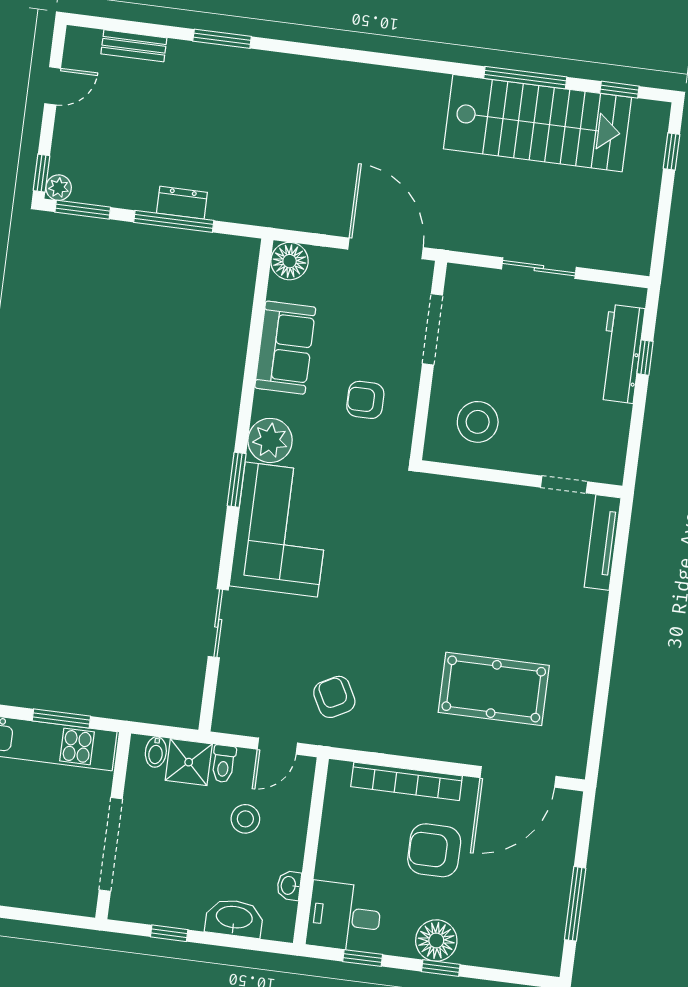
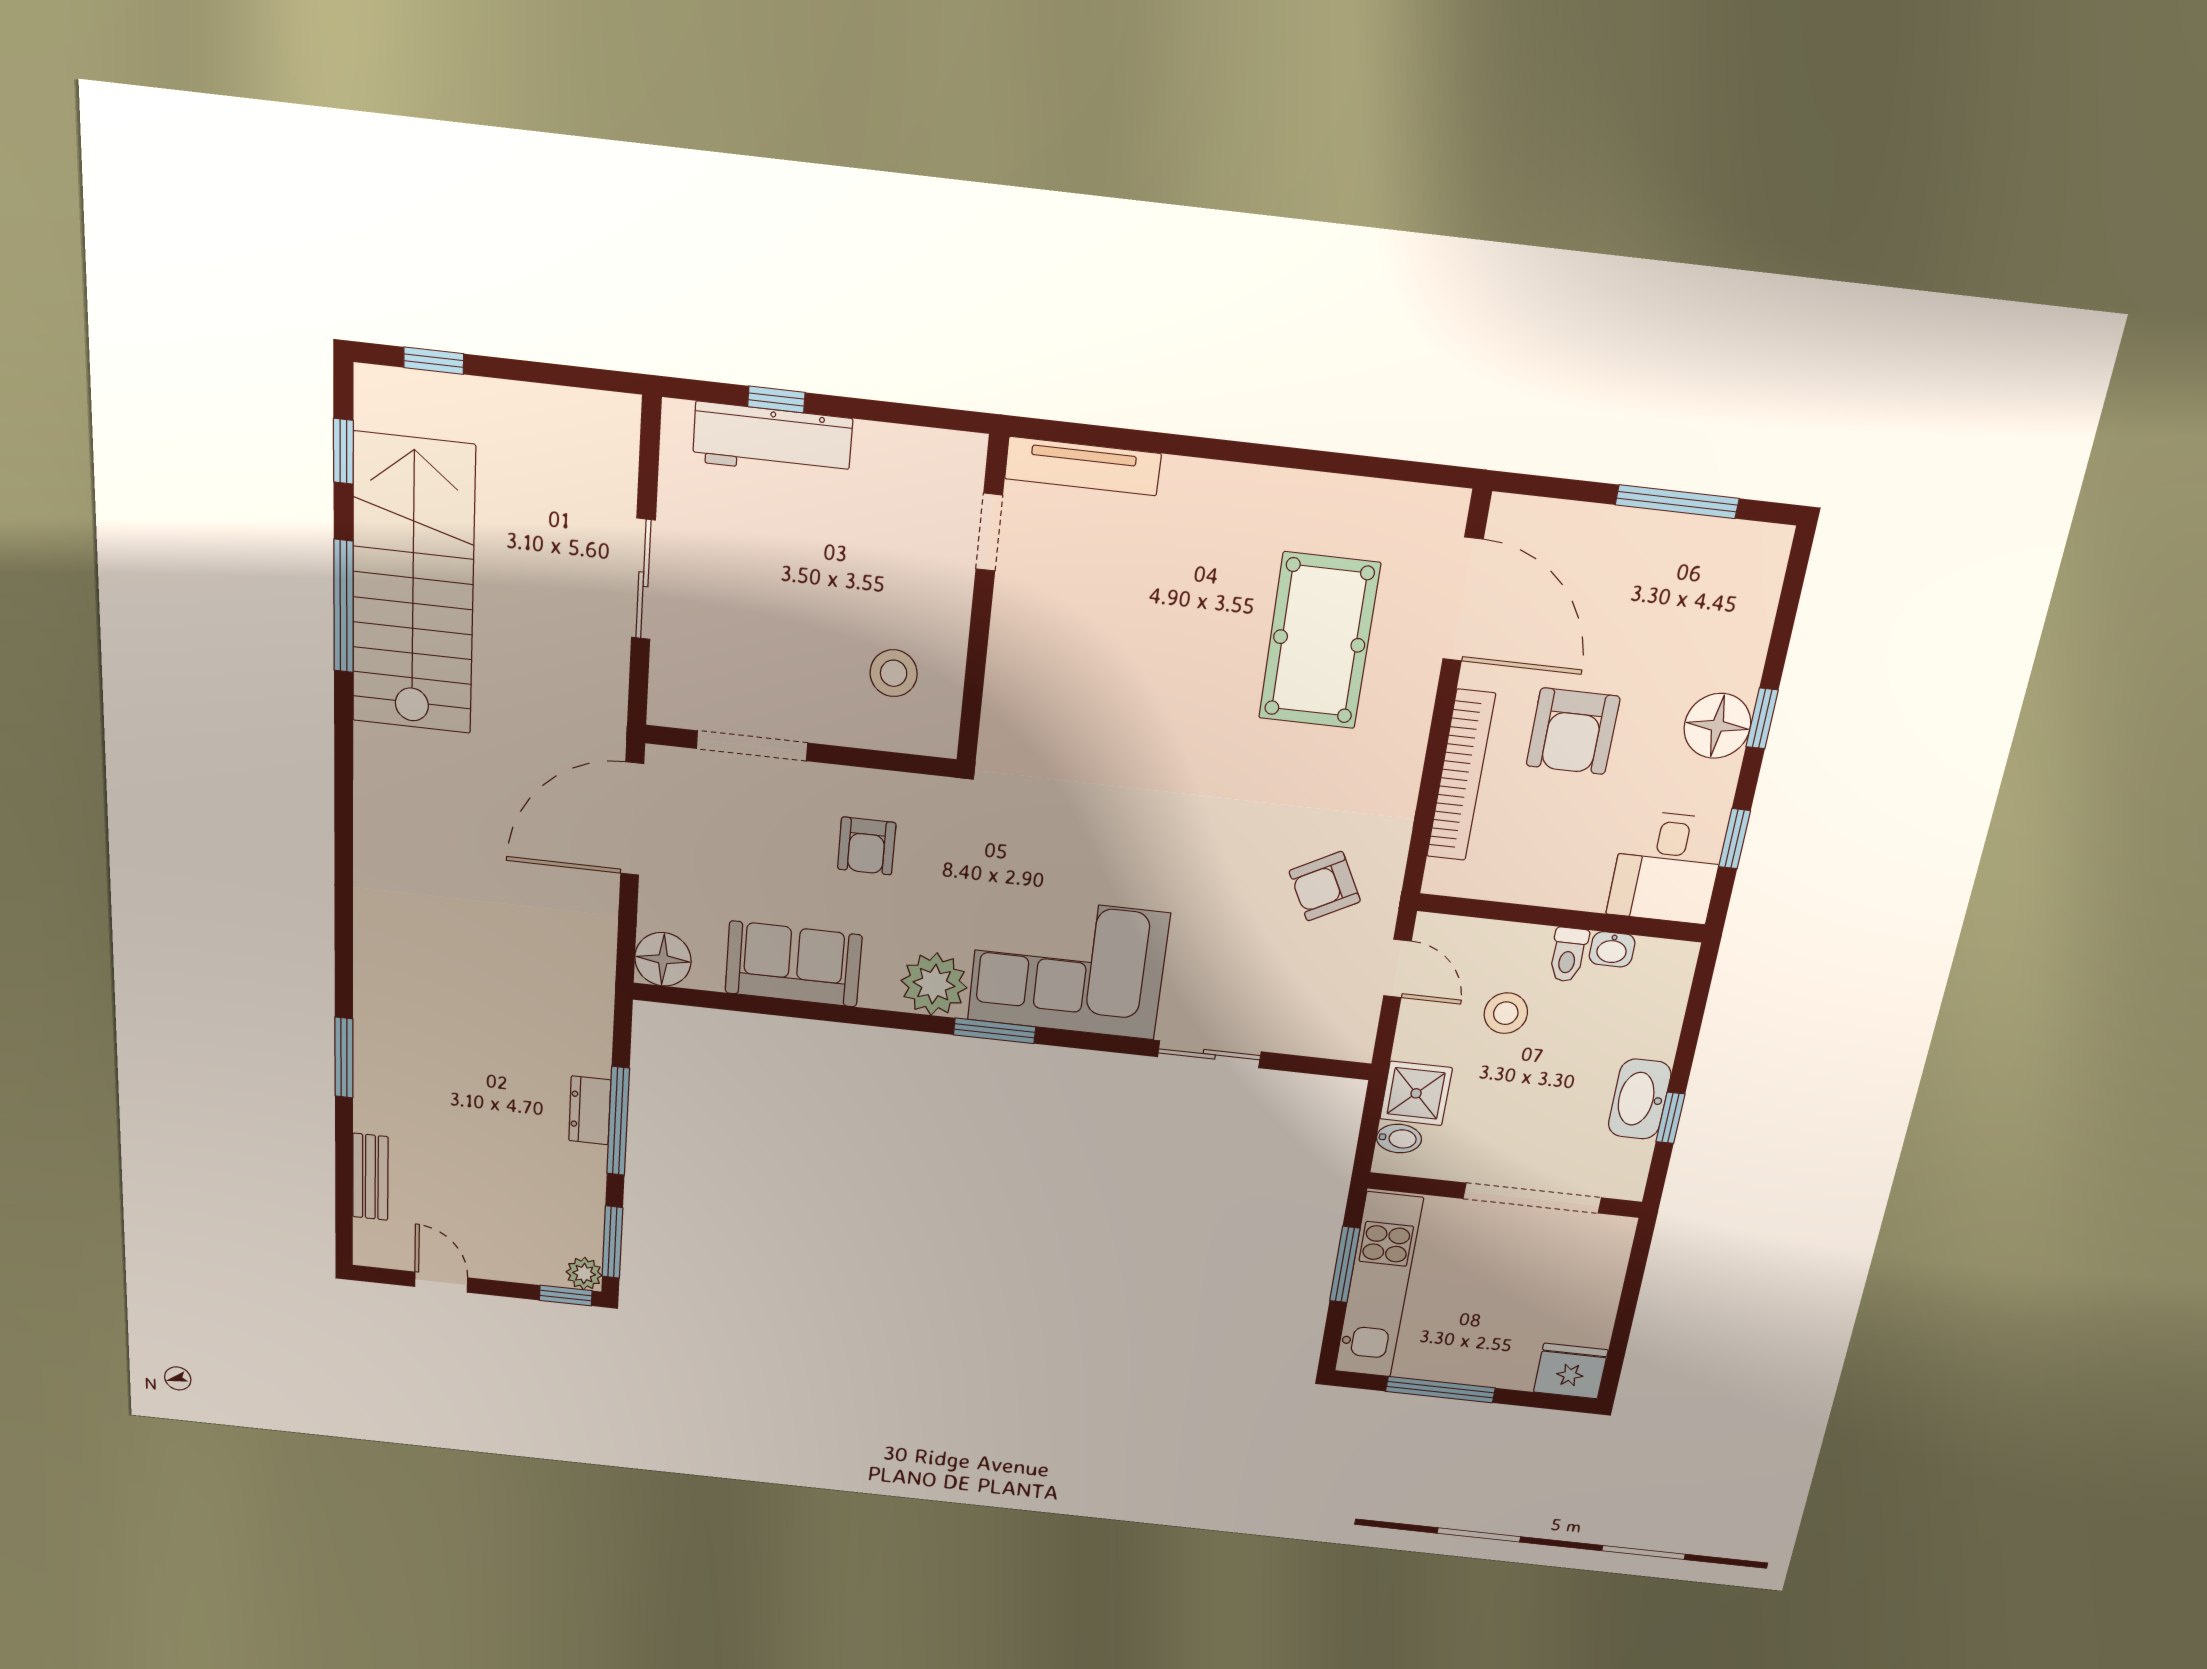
stool: (478, 422) -> (894, 673), width x0.73, depth x0.73
toilet: (223, 764) -> (1568, 955), moved, turned 90
washbasin: (234, 918) -> (1640, 1099), moved

